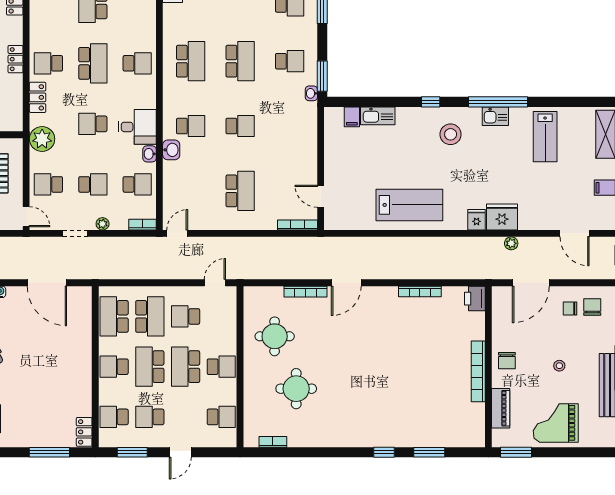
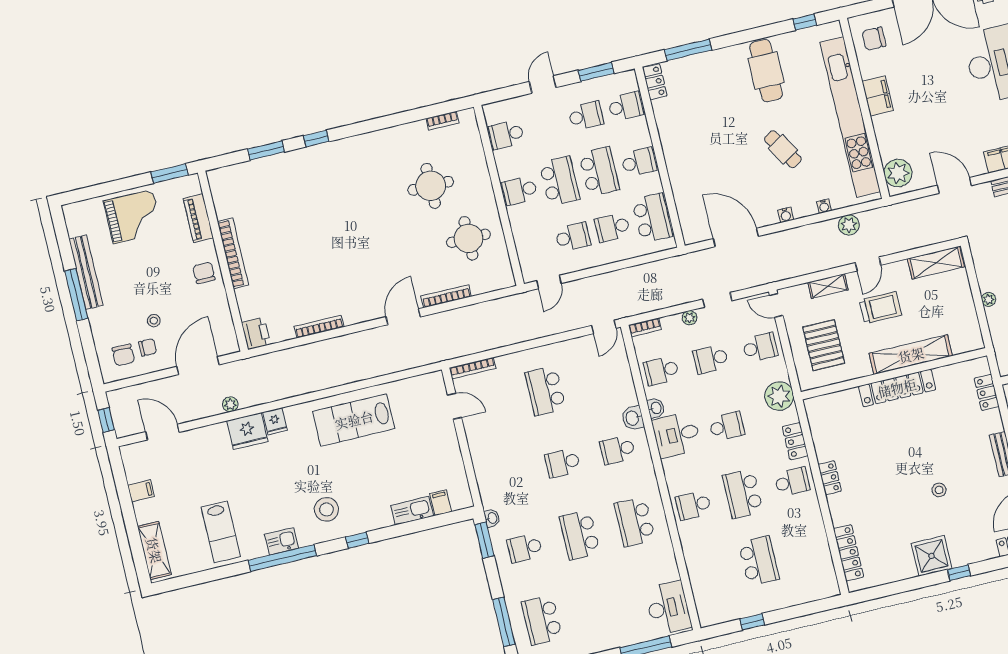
lab bench: (545, 137) -> (221, 532), turned 180
school desk: (150, 316) -> (612, 227), width x0.54
stool: (559, 366) -> (154, 321), moved

